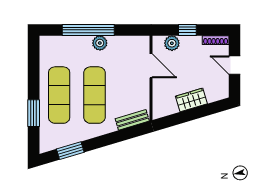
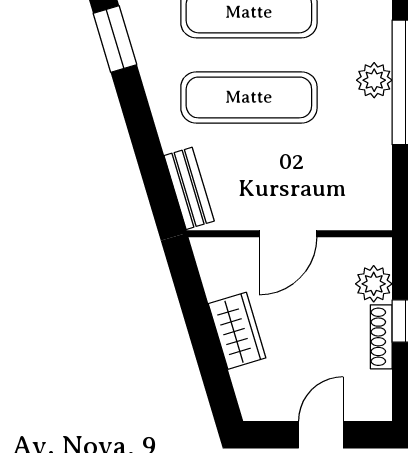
shoe rack: (216, 40) -> (381, 337), moved
plant: (100, 43) -> (374, 80), moved
door: (151, 66) -> (288, 234), moved

